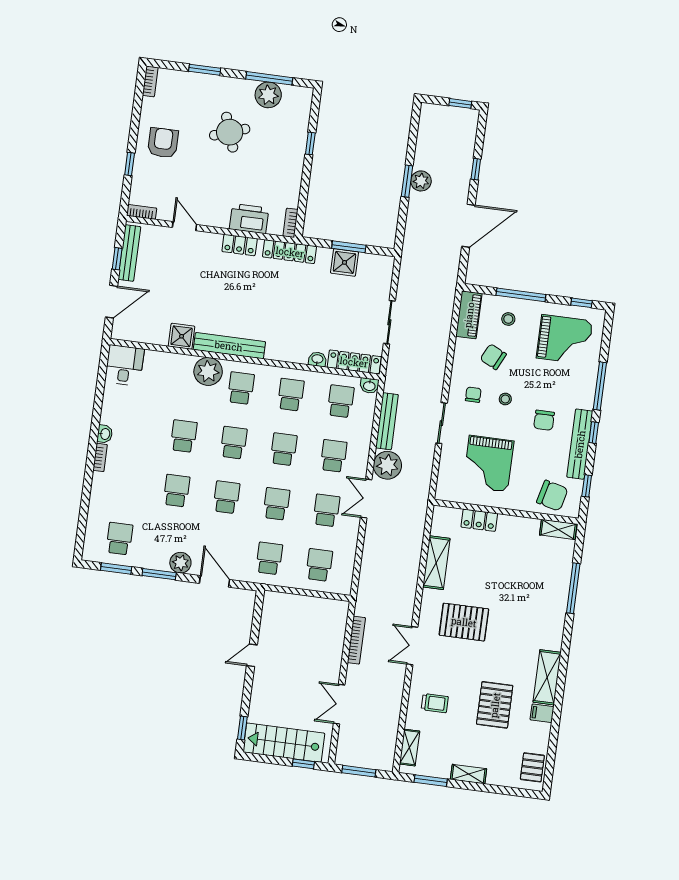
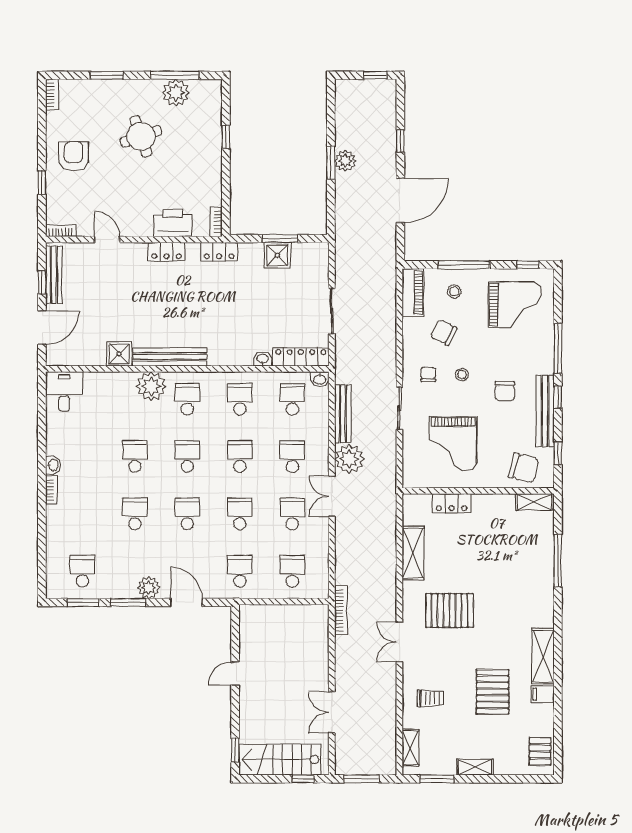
locker: (290, 252) -> (219, 252), width x0.66
bookcase: (356, 640) -> (341, 610), moved

